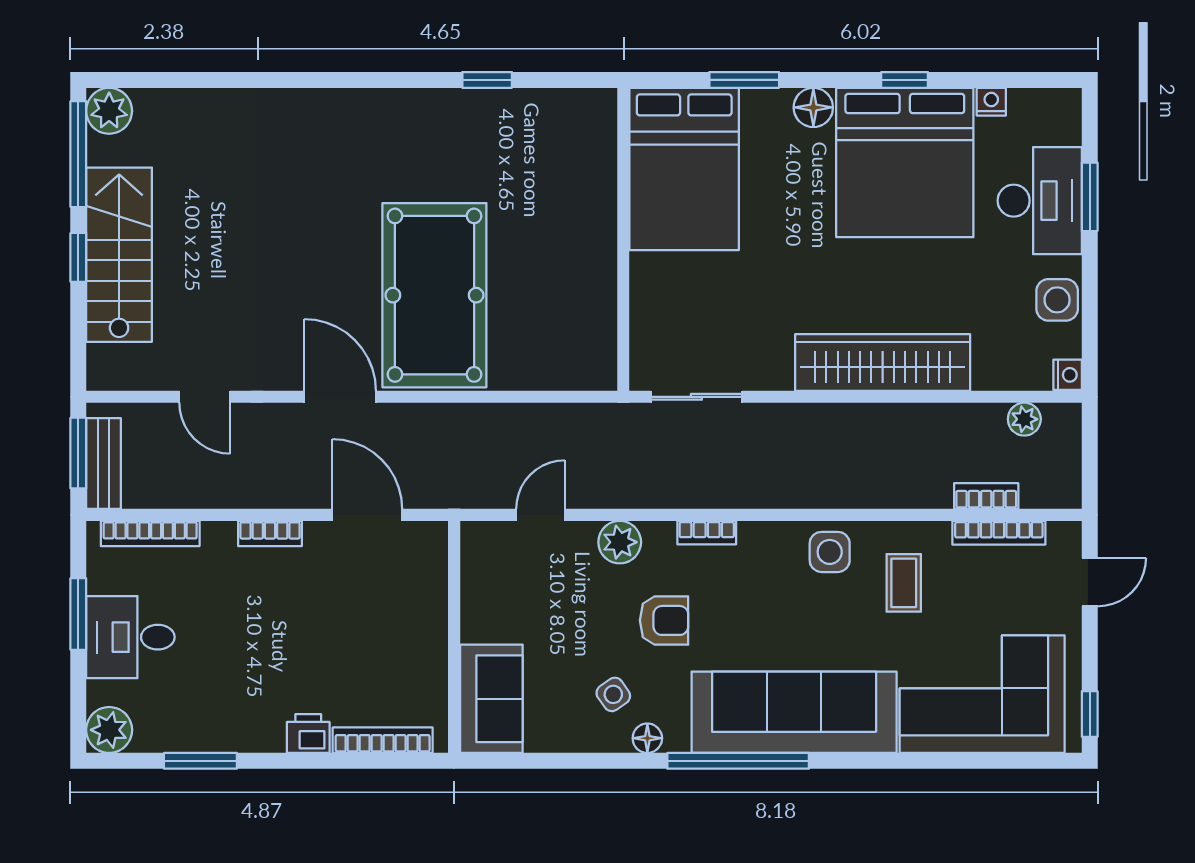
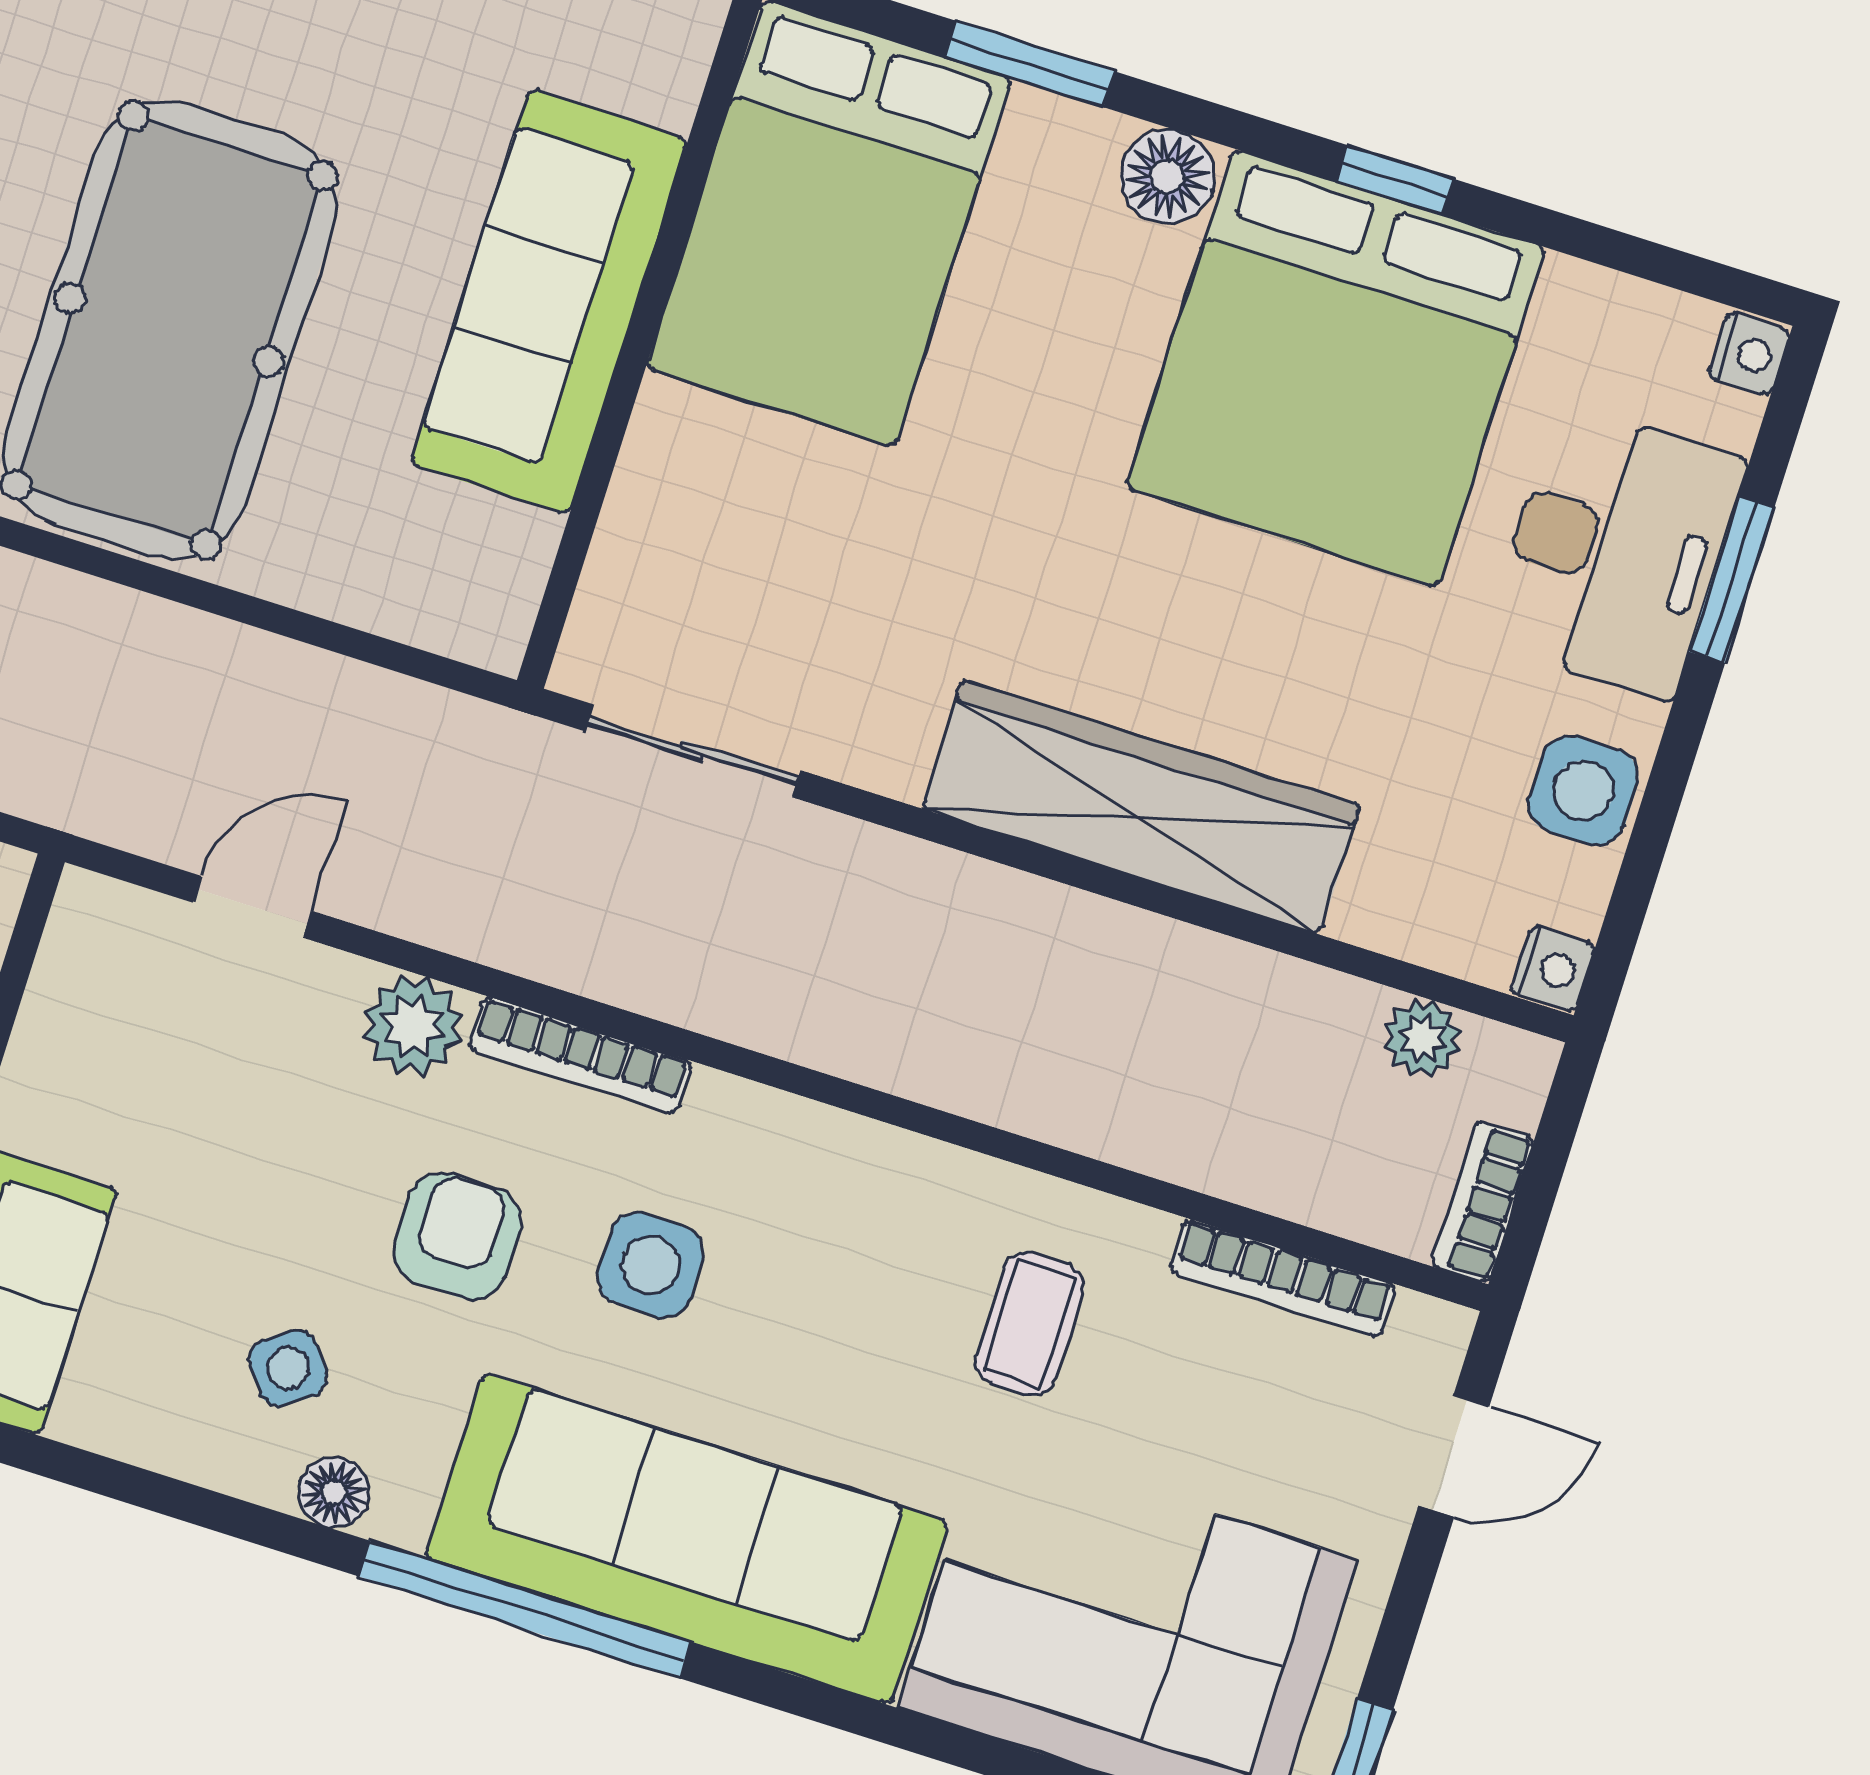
nightstand: (991, 102) -> (1749, 354), moved, turned 90
sofa: (582, 236) -> (549, 302), added
bookcase: (986, 496) -> (1483, 1202), moved, turned -90
bookcase: (707, 533) -> (580, 1055), width x1.56
side table: (830, 552) -> (651, 1265), moved
armchair: (664, 620) -> (457, 1236), turned -90

